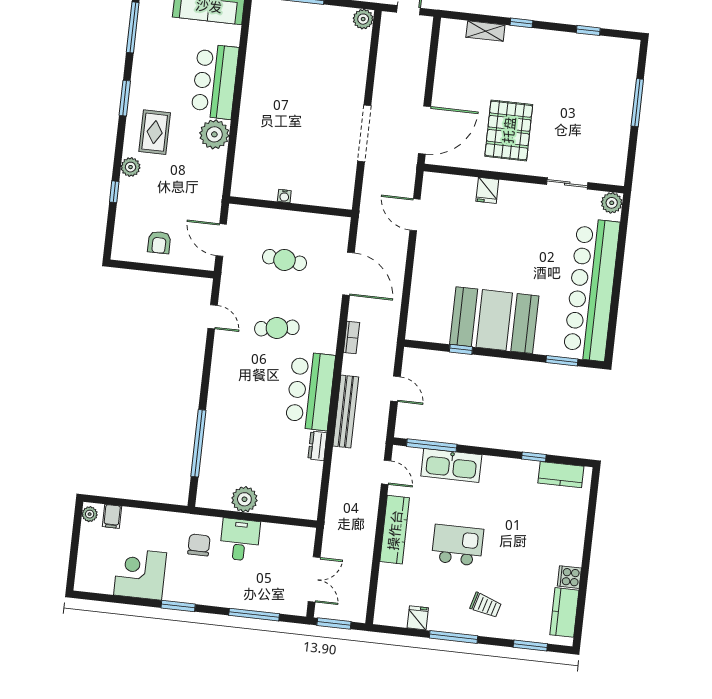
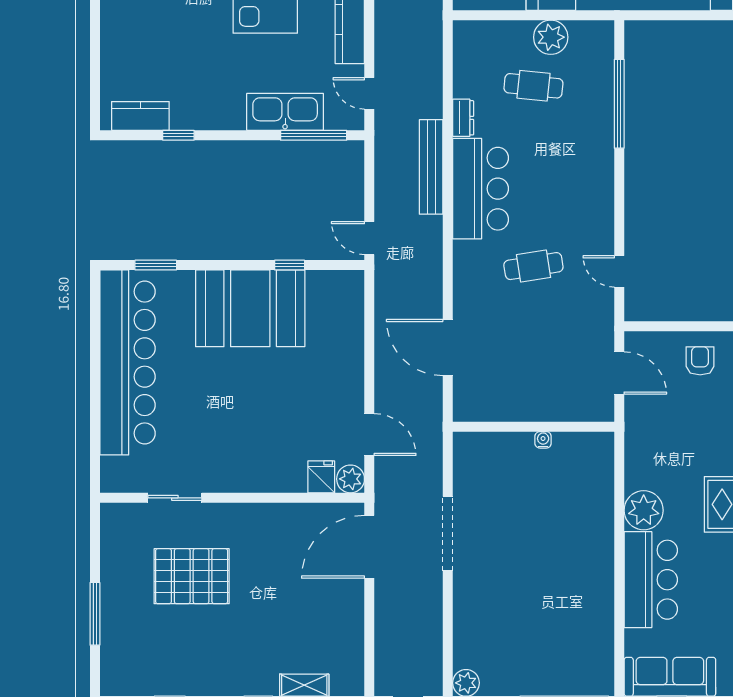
pallet: (509, 130) -> (192, 576), moved, turned 90
fridge: (487, 190) -> (321, 477), moved
plant: (612, 203) -> (351, 479), moved
cafe table: (284, 260) -> (533, 86), moved
bookcase: (351, 337) -> (434, 265), removed
door: (395, 389) -> (369, 238), moved

